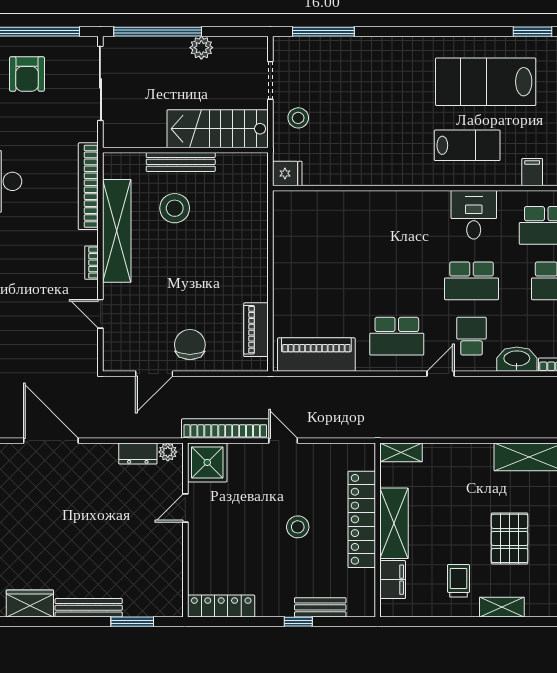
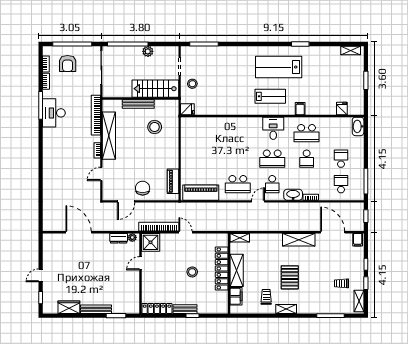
stool: (175, 208) -> (155, 127), moved
door: (100, 314) -> (101, 174), hinge flipped
school desk: (472, 336) -> (272, 184), turned 180
bench: (320, 607) -> (185, 309), moved

